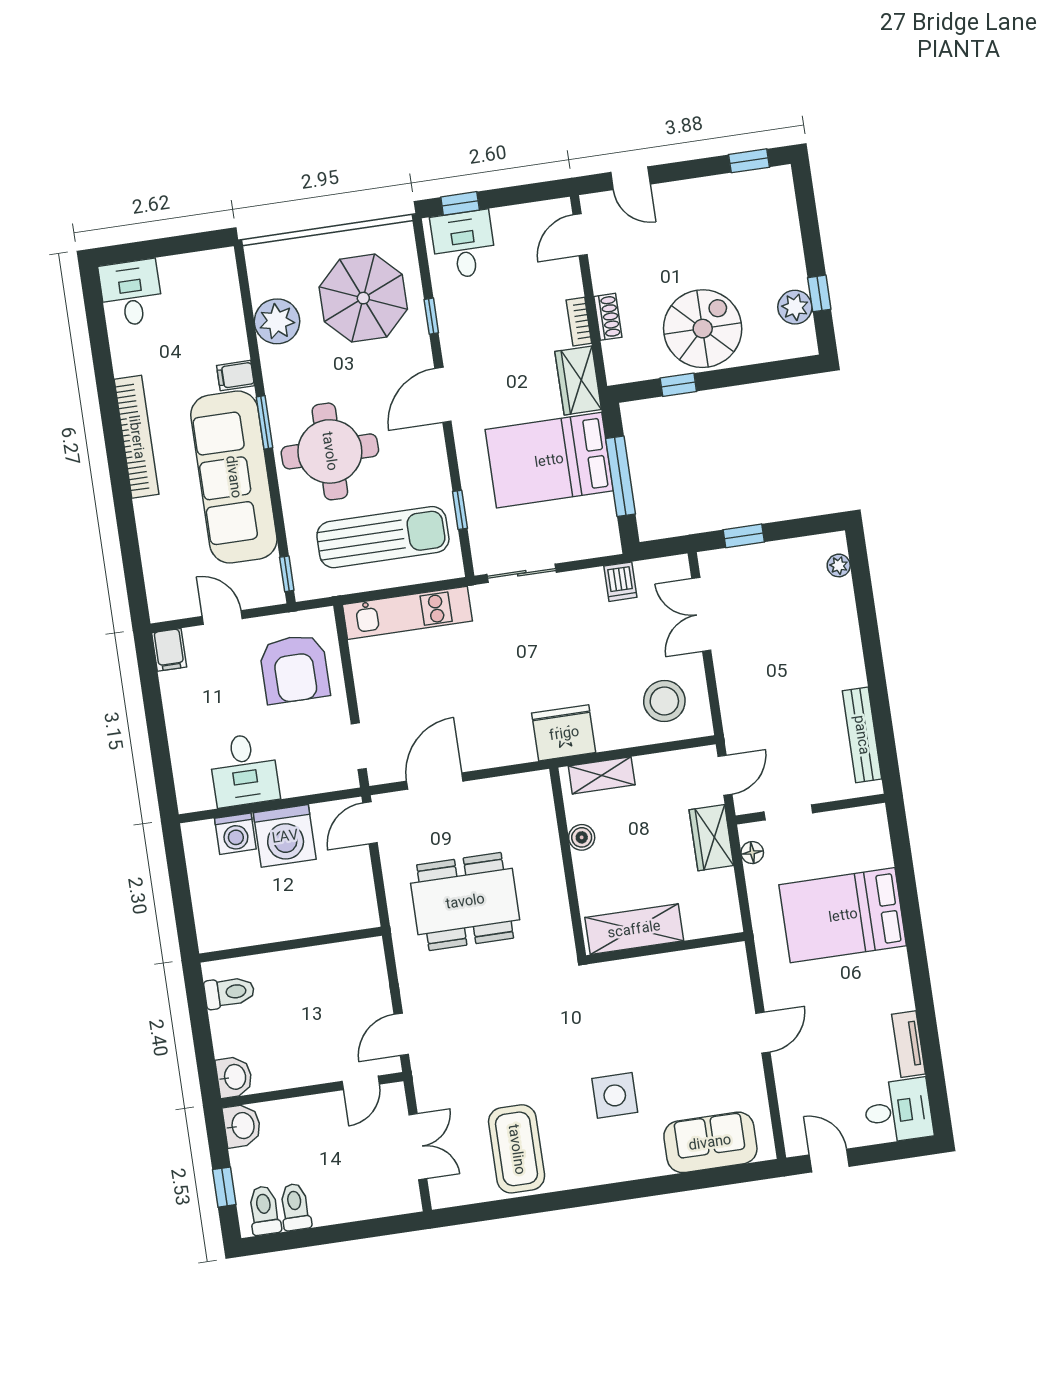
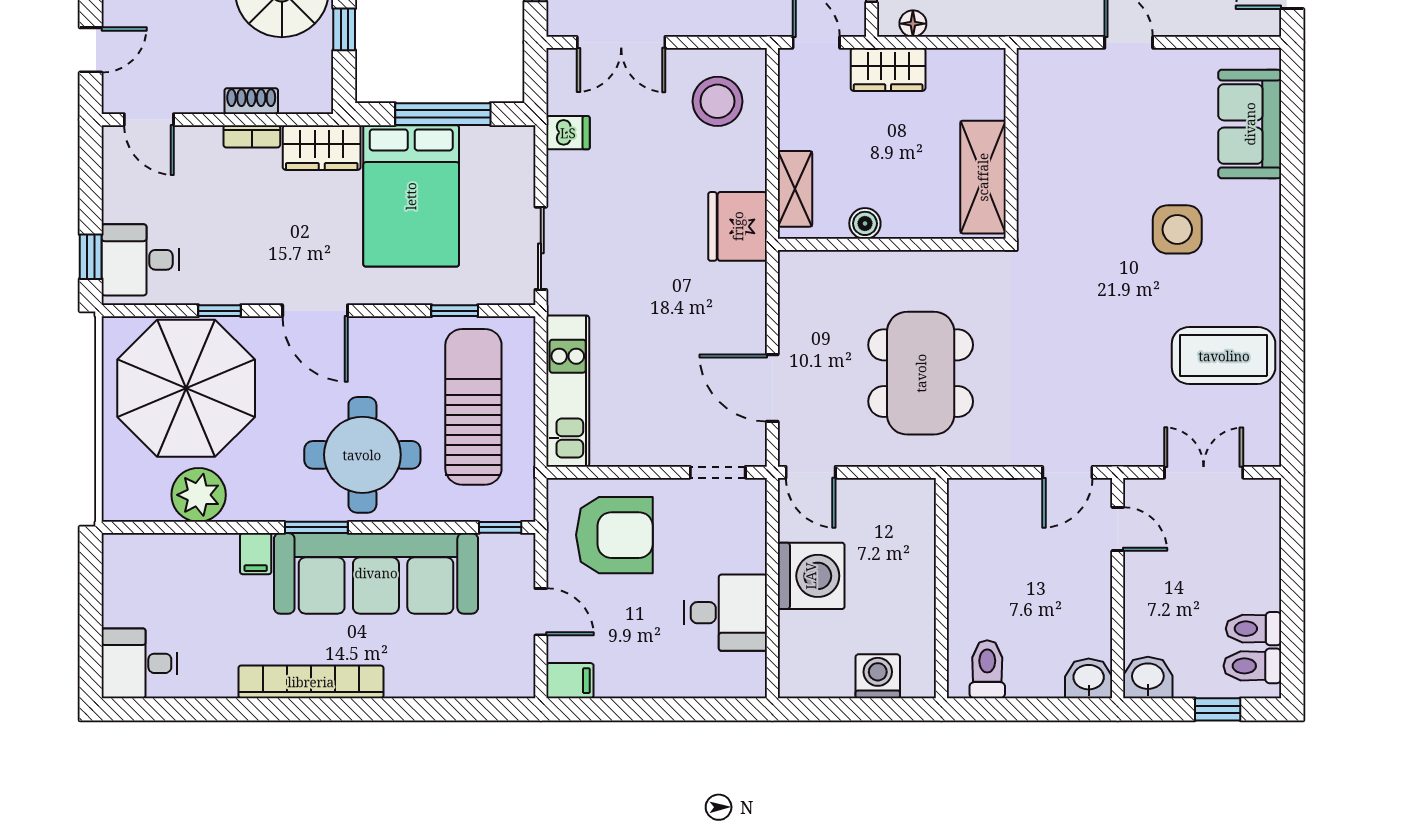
parasol: (363, 298) -> (186, 388), width x1.36, depth x1.36
door: (222, 618) -> (541, 612), swing flipped
washing machine: (235, 834) -> (878, 676), moved, turned -90
door: (401, 1034) -> (1067, 472), hinge flipped

